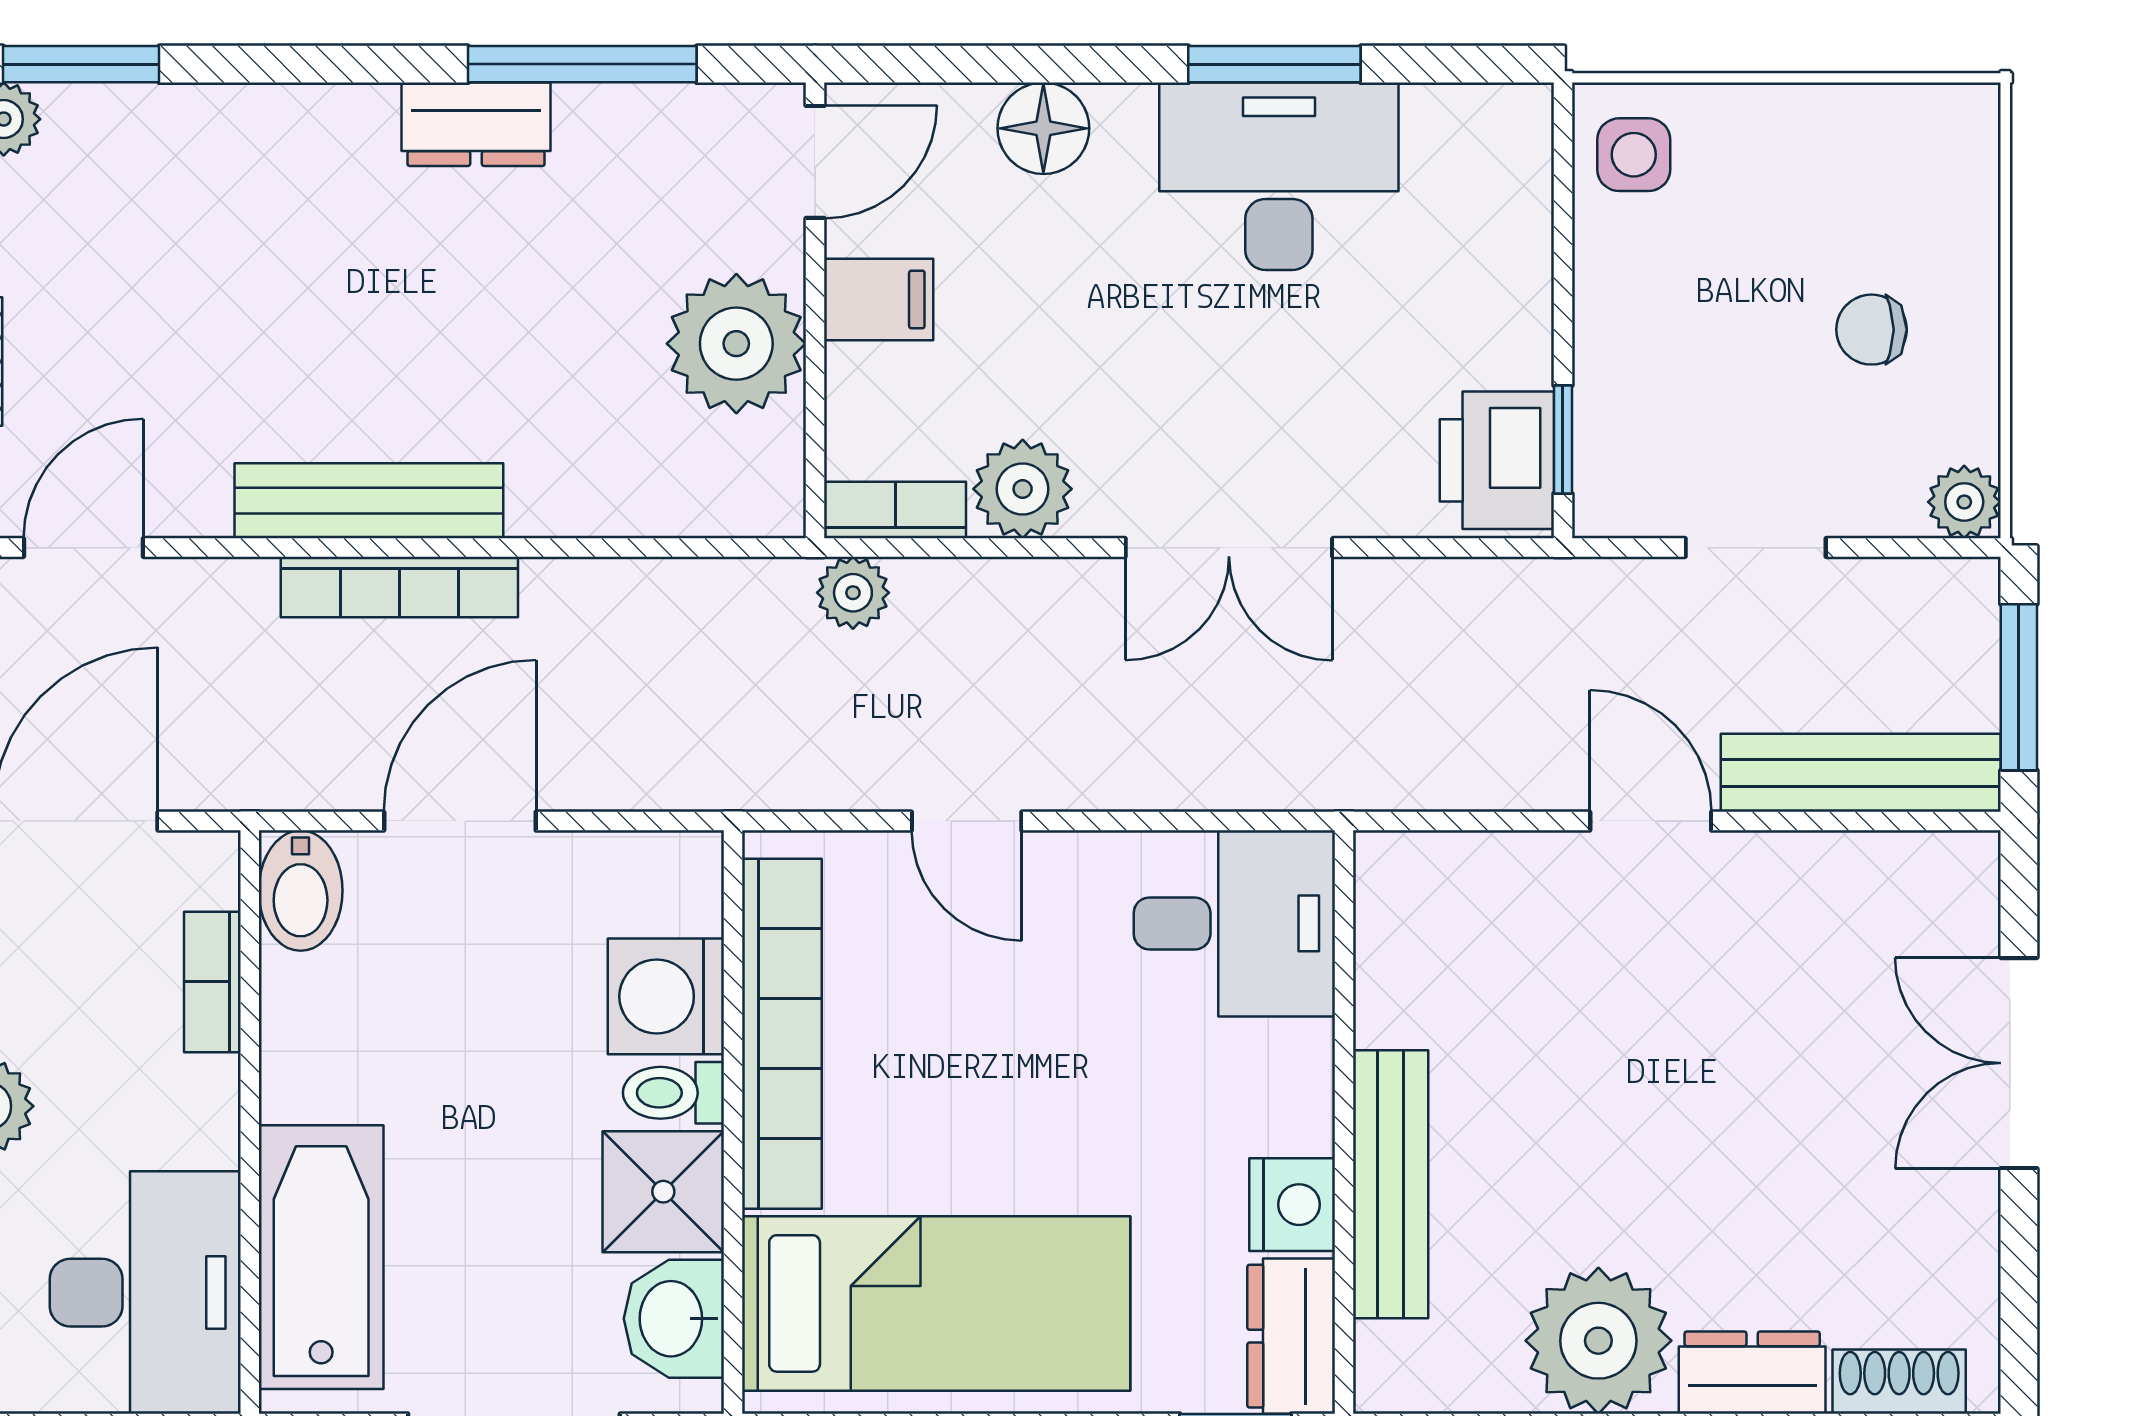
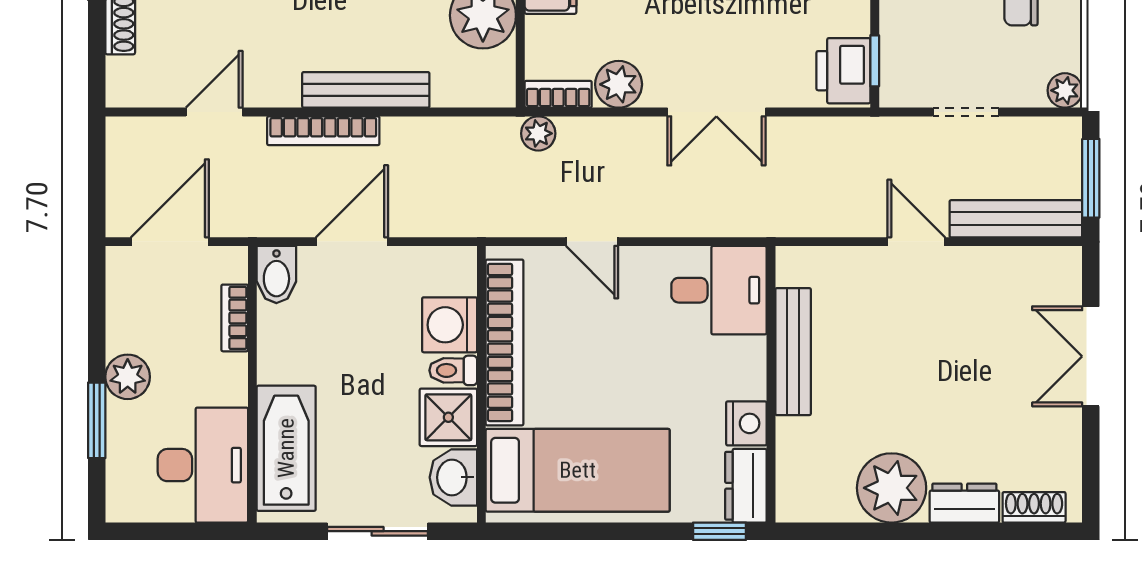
bench: (369, 501) -> (366, 90), moved
door: (83, 548) -> (214, 112), moved
bench: (1391, 1184) -> (793, 352), moved

